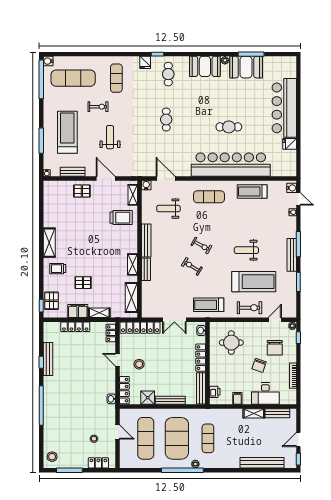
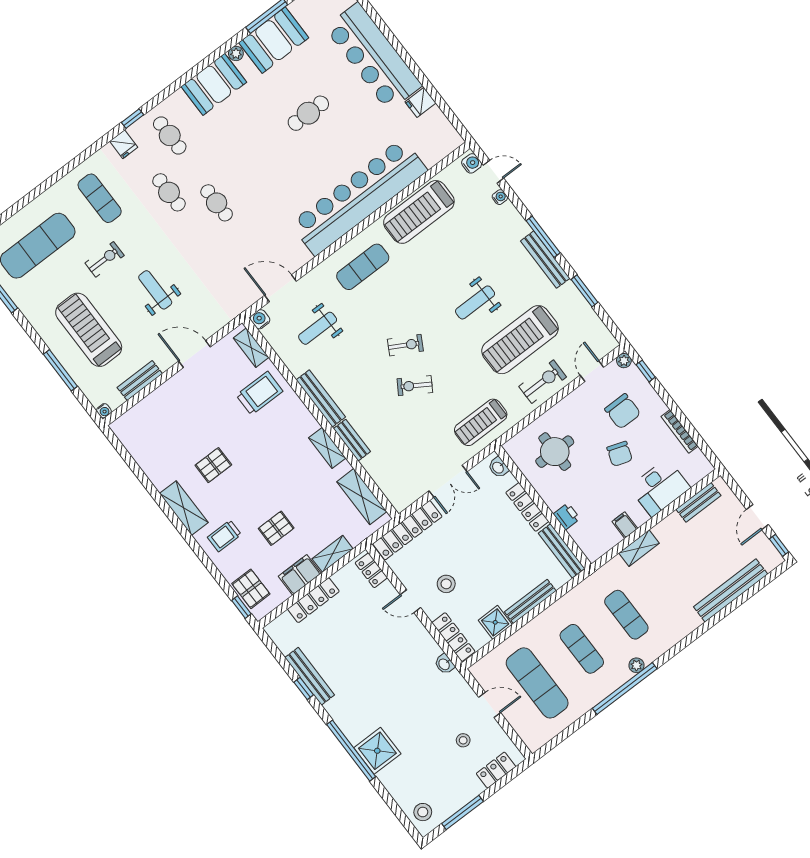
cafe table: (149, 99) -> (169, 192), added
cafe table: (229, 127) -> (308, 113), moved
pallet: (82, 191) -> (213, 465), moved
treadmill: (252, 192) -> (419, 212), width x1.37, depth x1.38
treadmill: (254, 282) -> (520, 340), turned 180
printer: (215, 392) -> (567, 516), moved
shelving: (254, 413) -> (639, 548), moved
shower: (53, 414) -> (377, 751), added
exercise mat: (177, 438) -> (582, 649), width x0.50, depth x0.69

